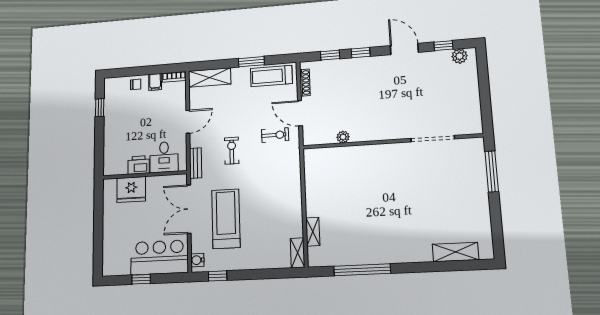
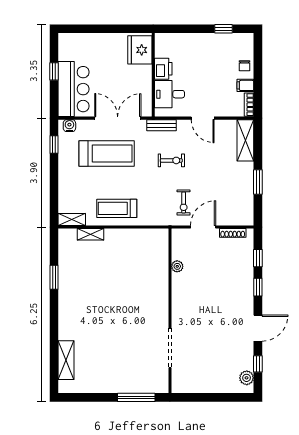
treadmill: (271, 76) -> (117, 208), moved, turned -90
fridge: (131, 189) -> (140, 50), moved
window: (362, 270) -> (54, 277), width x0.47

